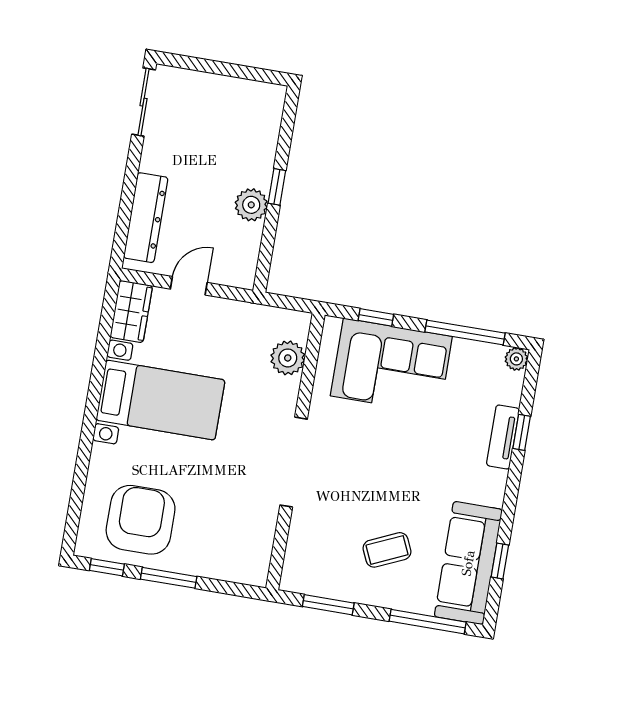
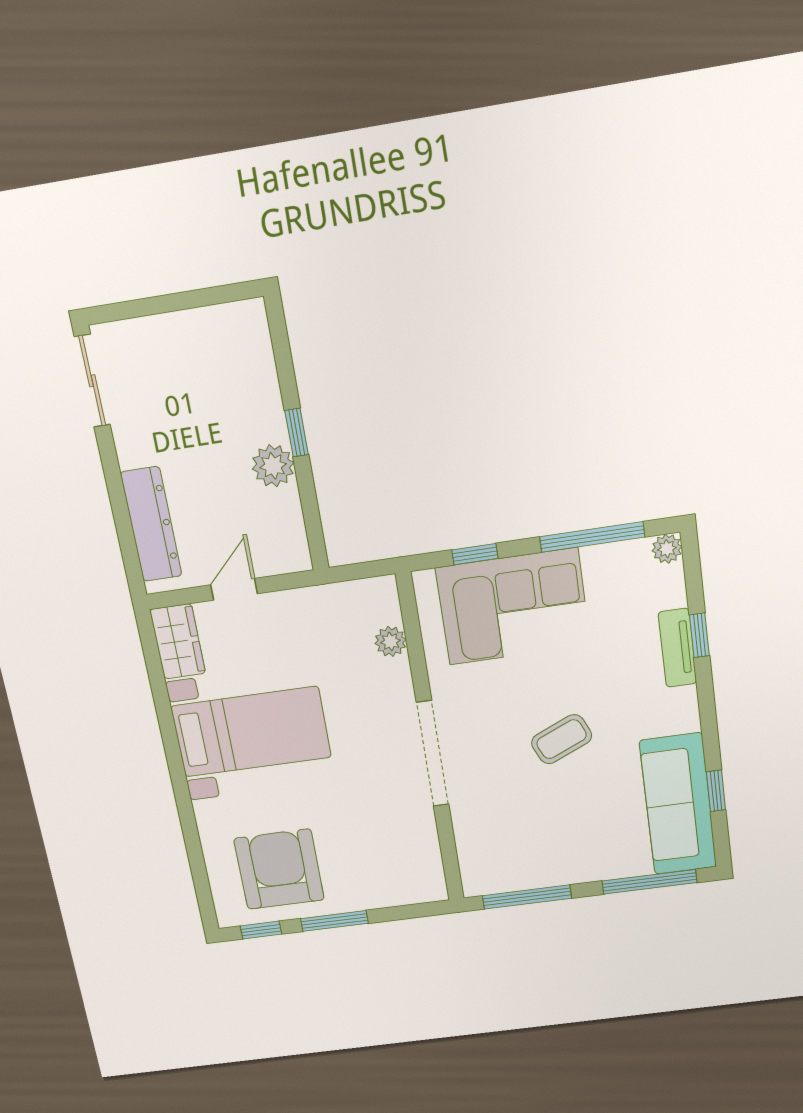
plant: (288, 358) -> (391, 641), width x0.73, depth x0.73
coffee table: (387, 550) -> (562, 739), moved
window: (328, 605) -> (527, 897), width x1.44

